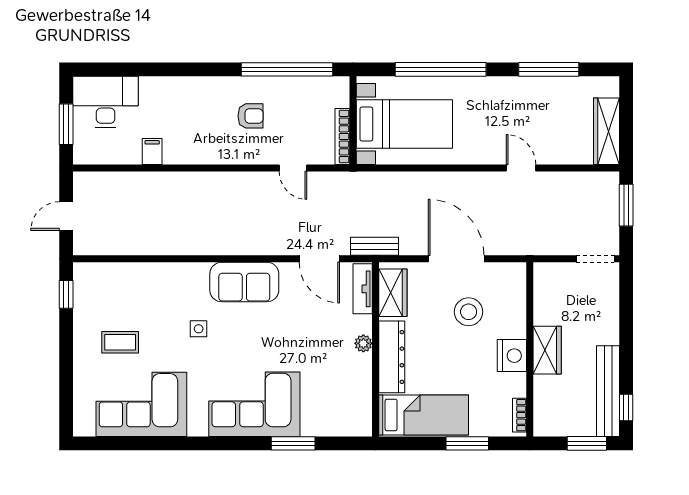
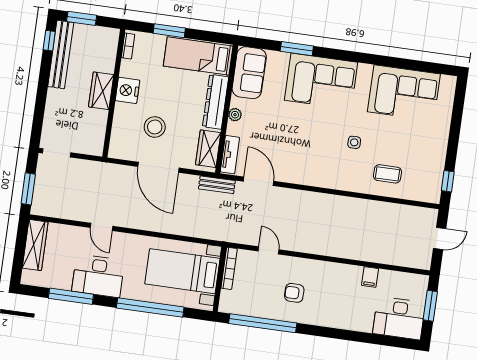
desk: (516, 102) -> (98, 276), added
sofa: (244, 282) -> (249, 73), moved, turned 90
coffee table: (120, 342) -> (387, 174), moved

